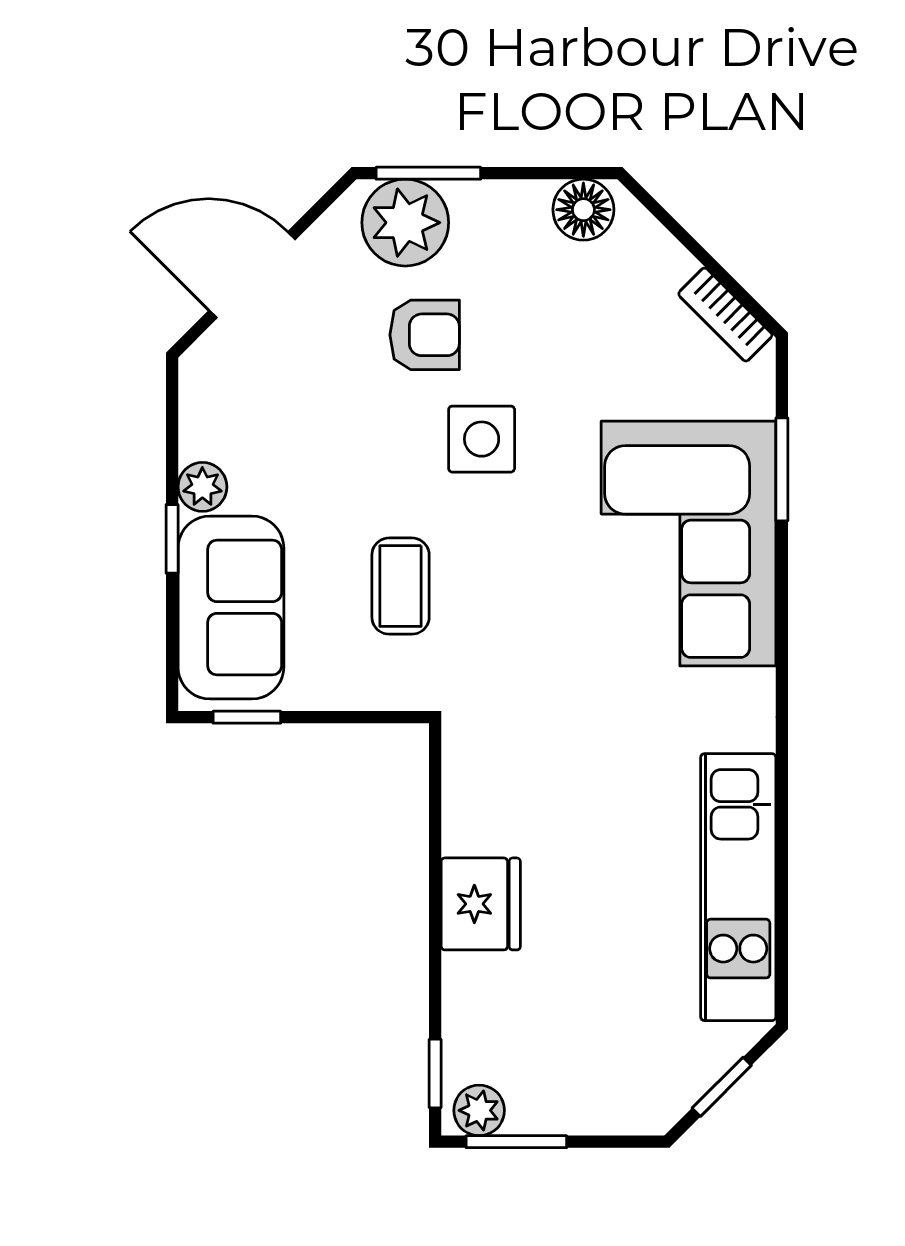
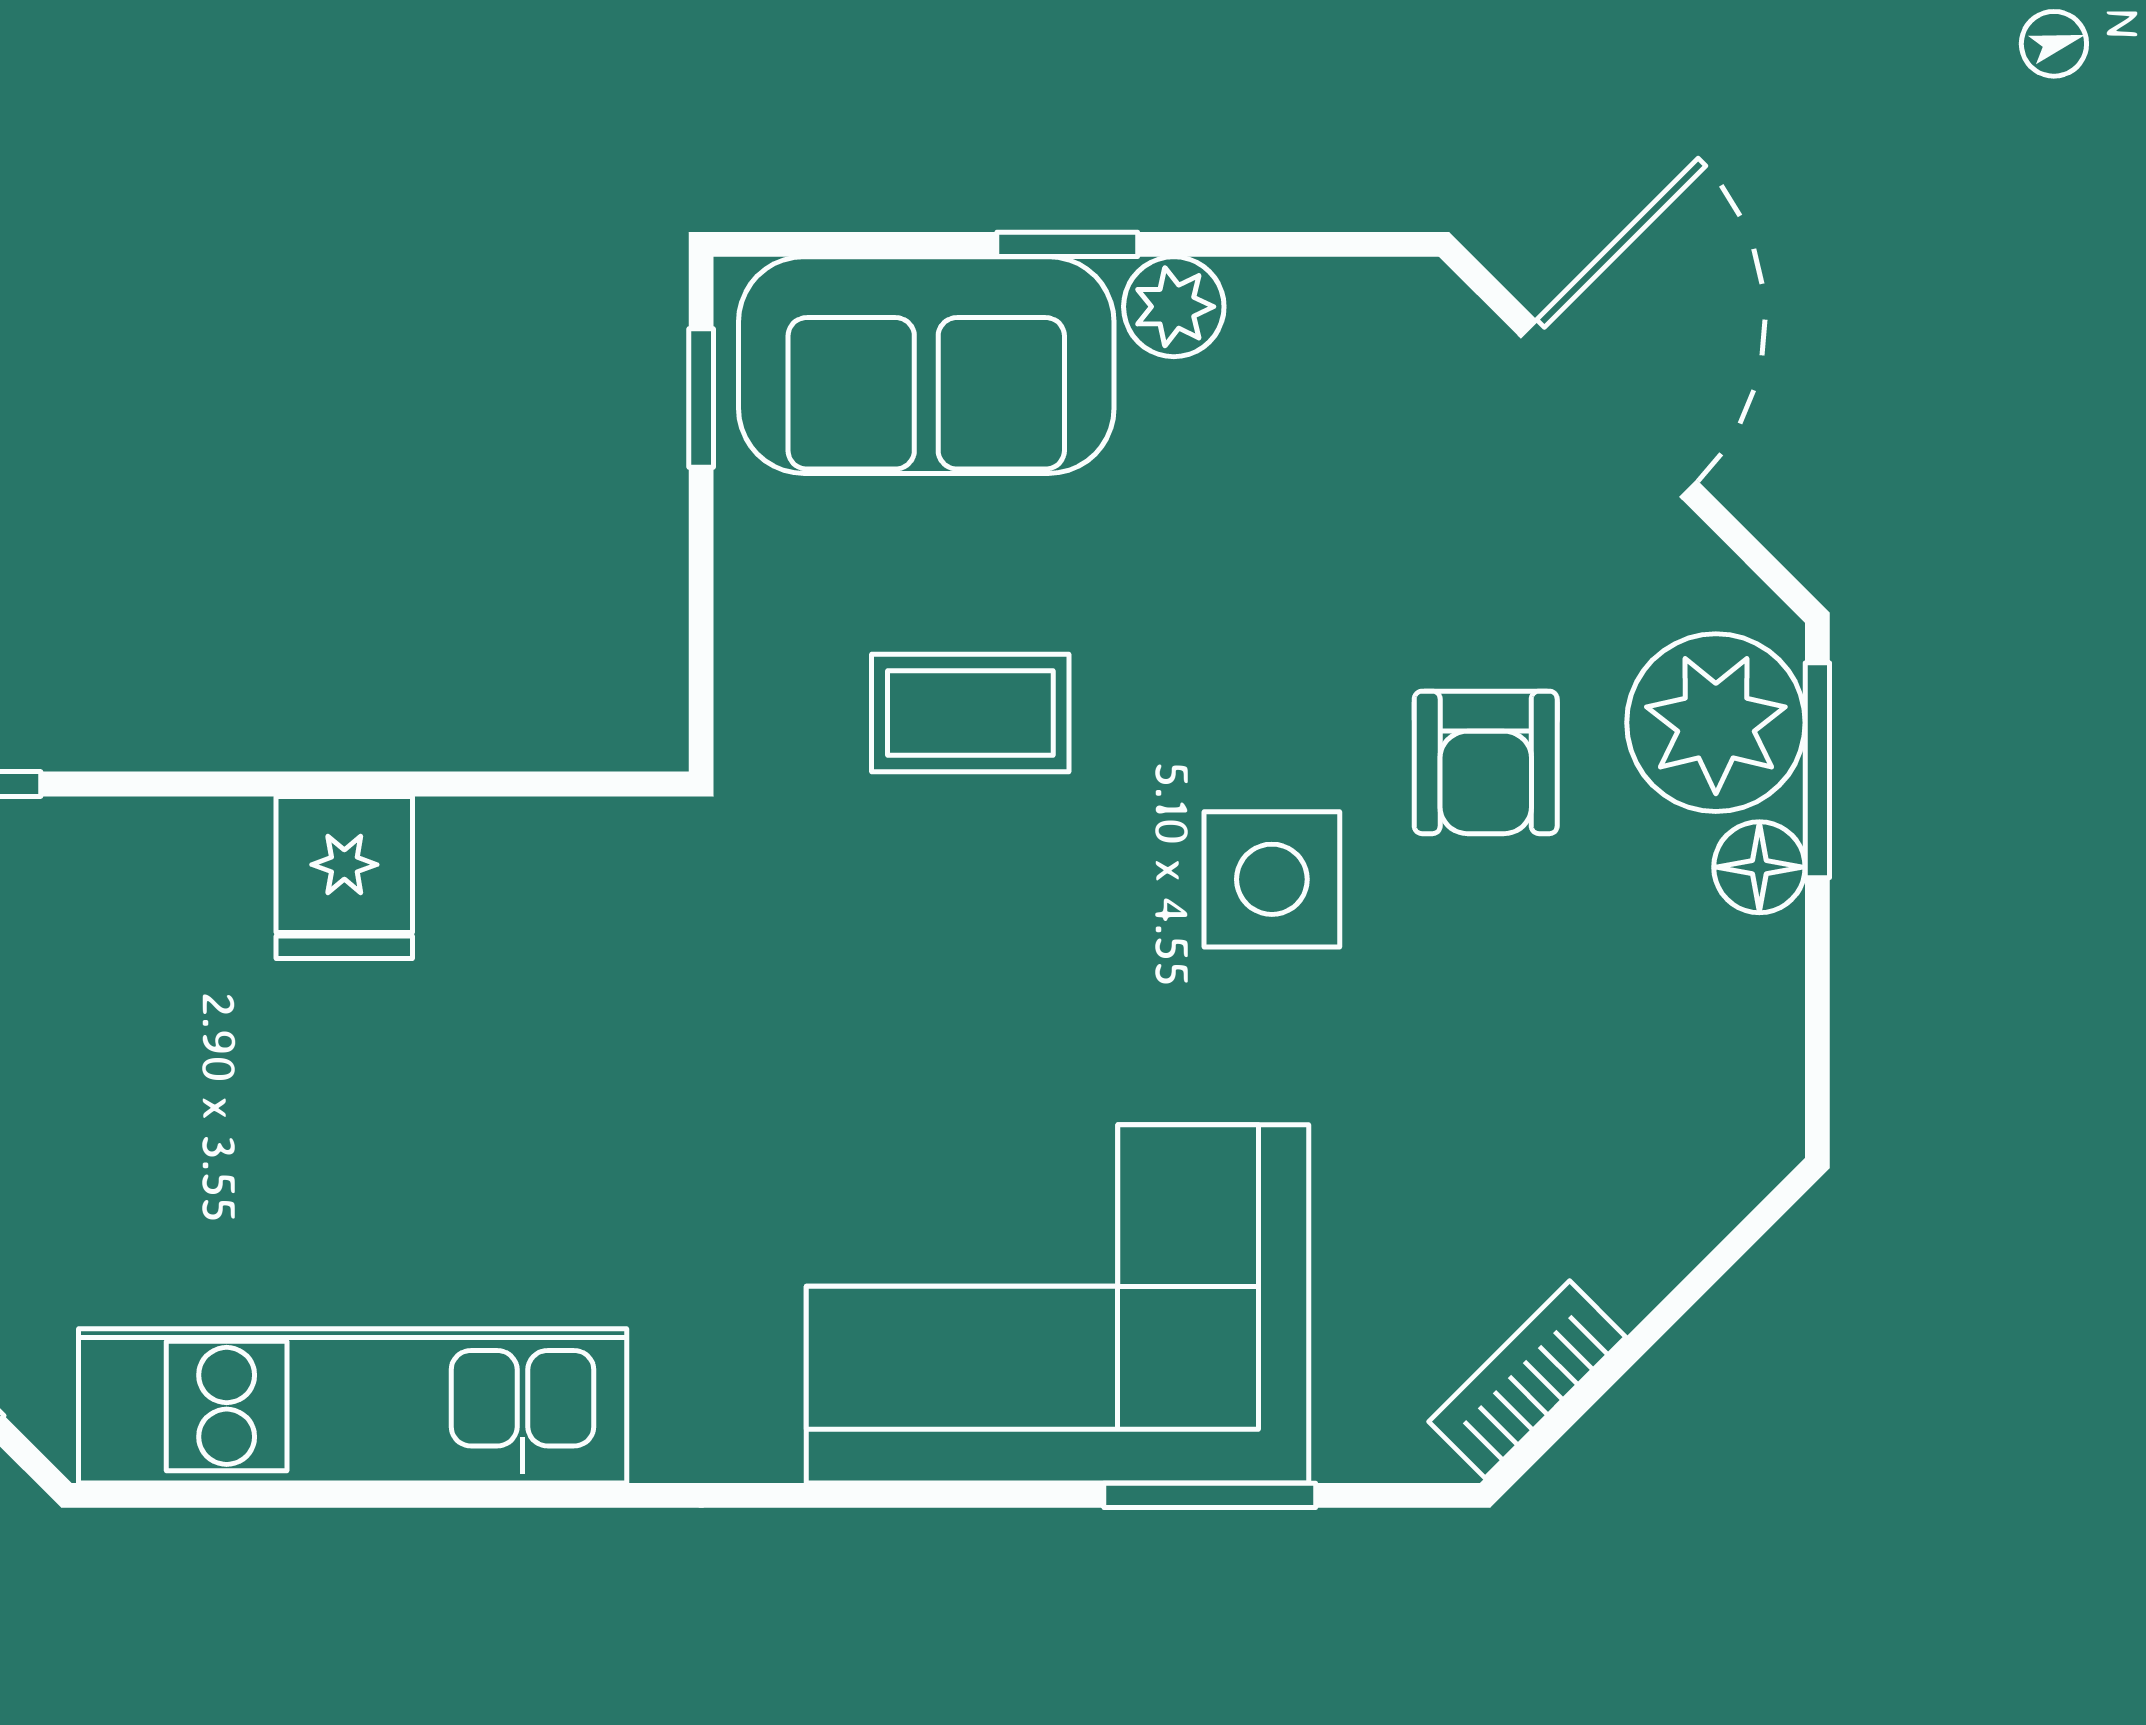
floor lamp: (583, 210) -> (1759, 867), moved, width x0.73, depth x0.73
fridge: (481, 904) -> (344, 878), width x0.72

